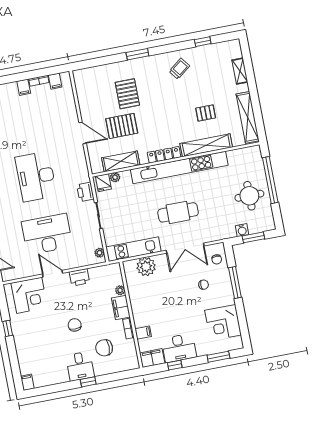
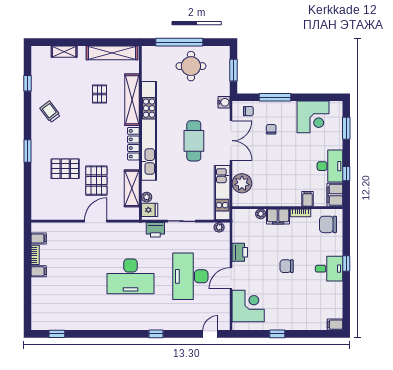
water cooler: (242, 230) -> (224, 102), moved
chair: (104, 348) -> (328, 224), moved, turned 90

